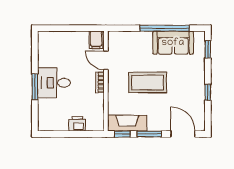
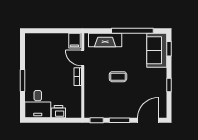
sofa: (173, 43) -> (157, 50), moved, turned 90
coffee table: (148, 82) -> (118, 77), width x0.54, depth x0.58
desk: (54, 83) -> (38, 104), moved, turned -90
fireplace: (127, 123) -> (105, 40), moved, turned 180
door: (183, 134) -> (148, 120), hinge flipped

